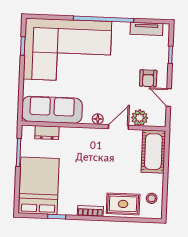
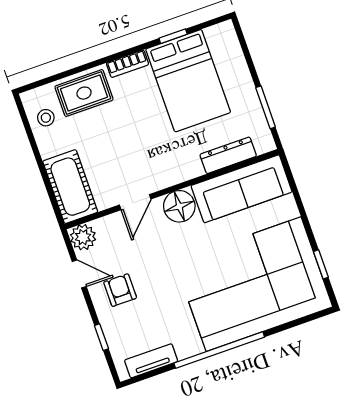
plant: (140, 118) -> (83, 237), moved
floor lamp: (98, 119) -> (179, 206), width x1.89, depth x1.89
dresser: (47, 133) -> (228, 155), width x1.44
bed: (39, 186) -> (188, 81), moved

